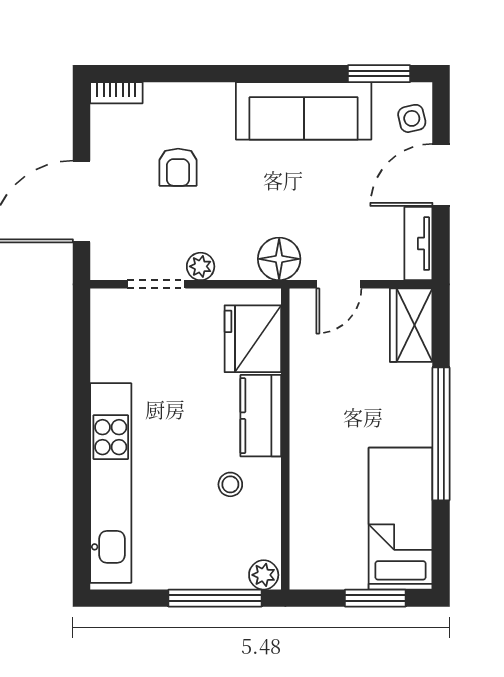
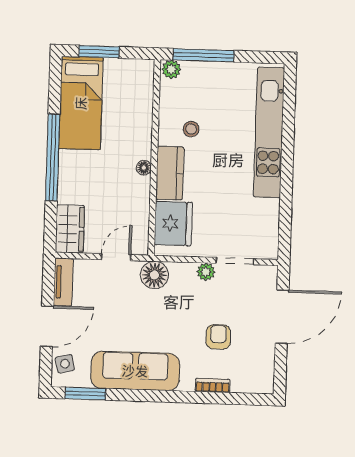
bookcase: (116, 93) -> (213, 385), moved
floor lamp: (301, 423) -> (144, 168), added

